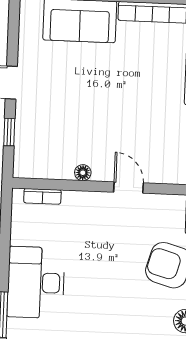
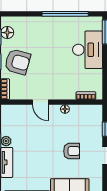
armchair: (74, 93) -> (72, 151), added

